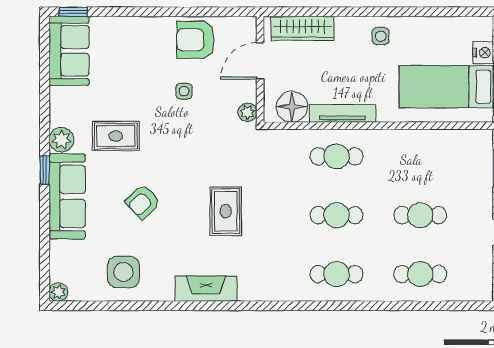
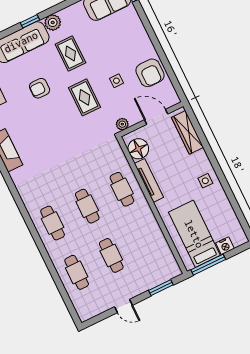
armchair: (196, 40) -> (150, 73), turned 180
armchair: (143, 202) -> (40, 88), turned -46
rug: (226, 211) -> (84, 97), moved, turned 90

